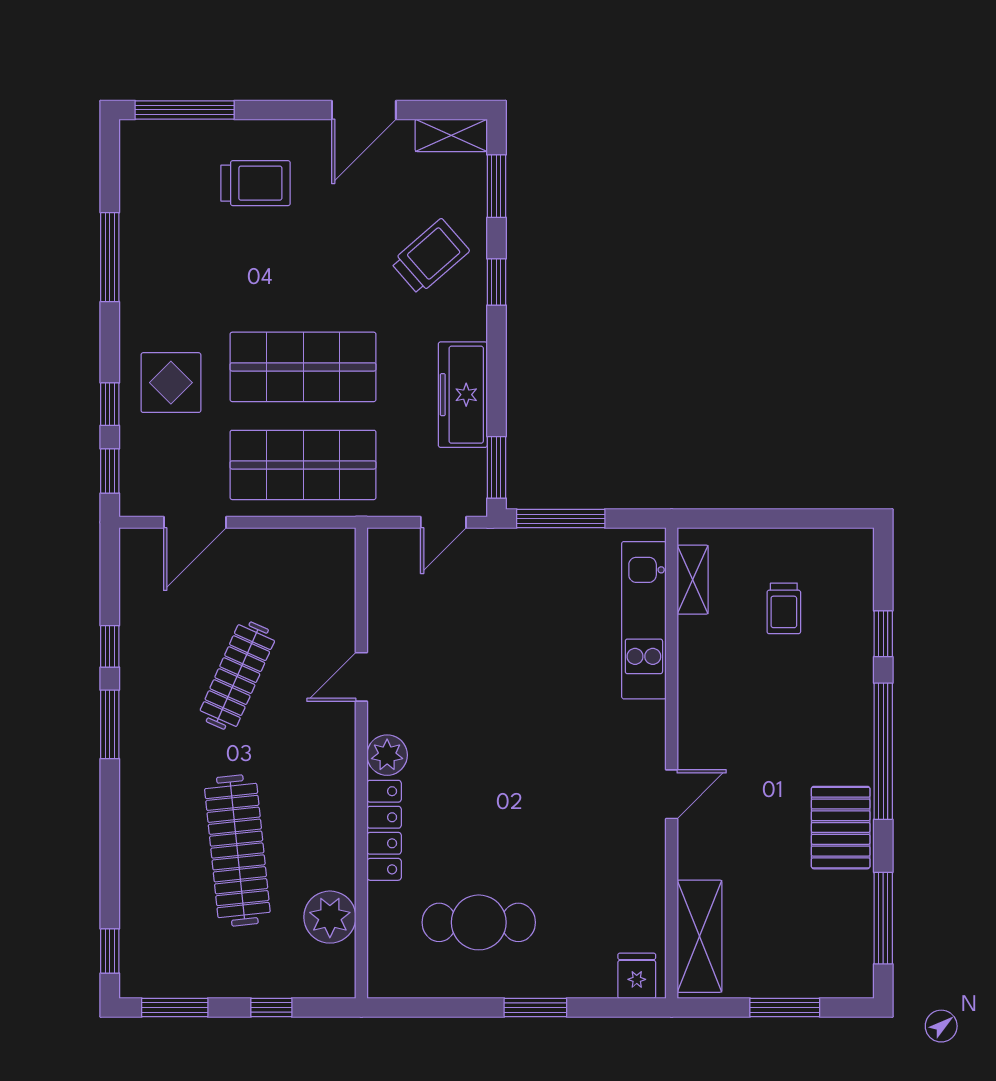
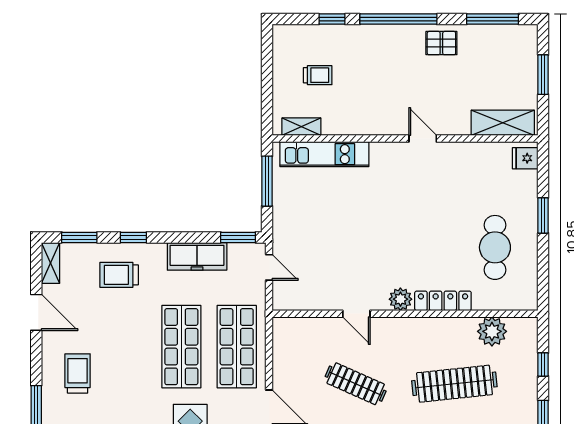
trolley: (430, 257) -> (119, 275), turned -49
window: (561, 519) -> (267, 181), moved
pallet: (841, 828) -> (441, 43), width x0.67, depth x0.71

